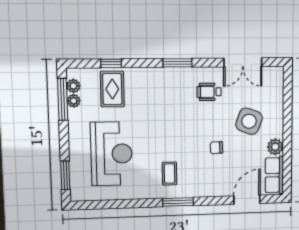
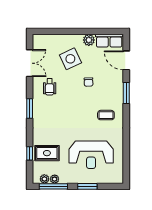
side table: (249, 121) -> (70, 59), turned 45
reception desk: (112, 154) -> (91, 155), turned 180
window: (65, 175) -> (87, 186), moved
window: (178, 202) -> (126, 93), moved

